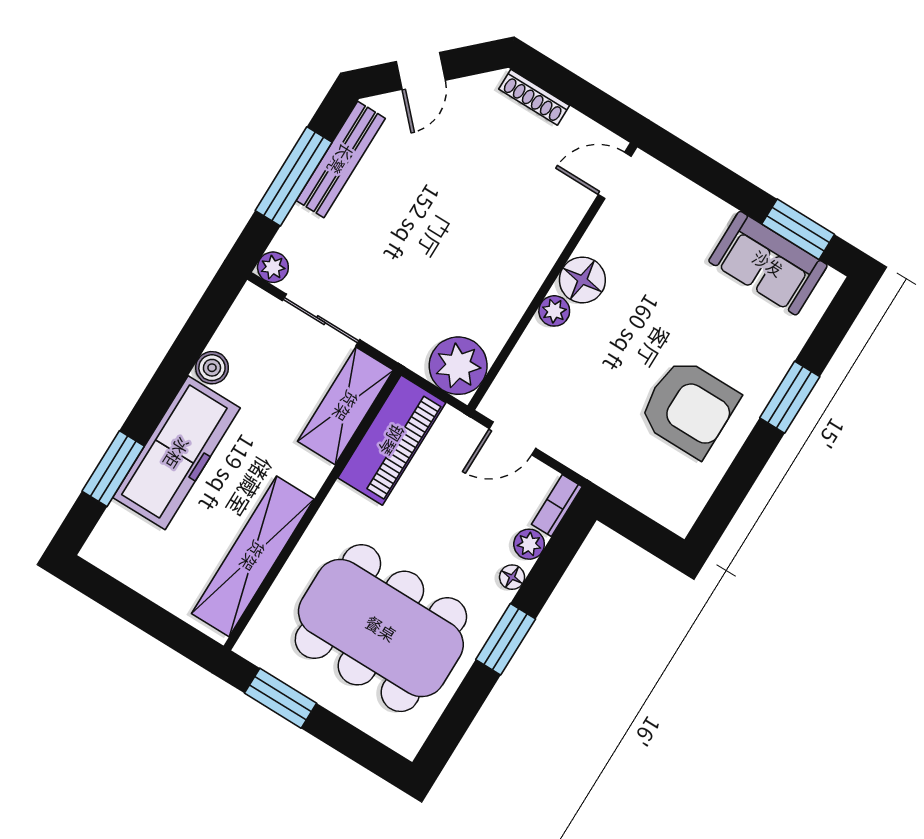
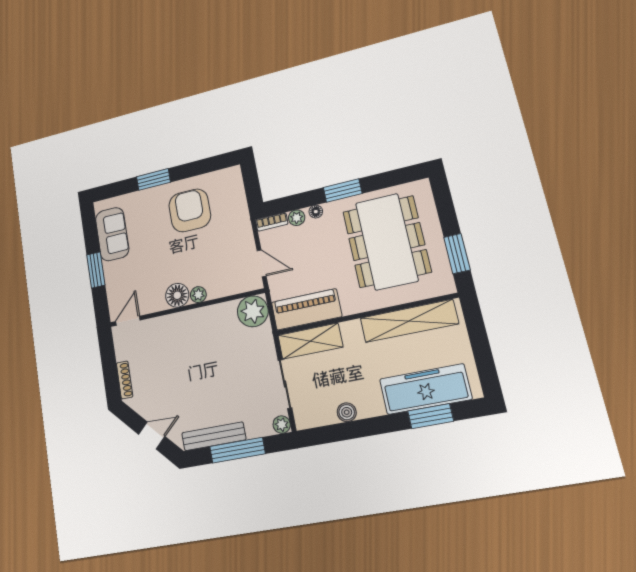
door: (615, 175) -> (128, 321), swing flipped
window: (798, 229) -> (96, 270), moved
freezer: (177, 453) -> (425, 389), moved

